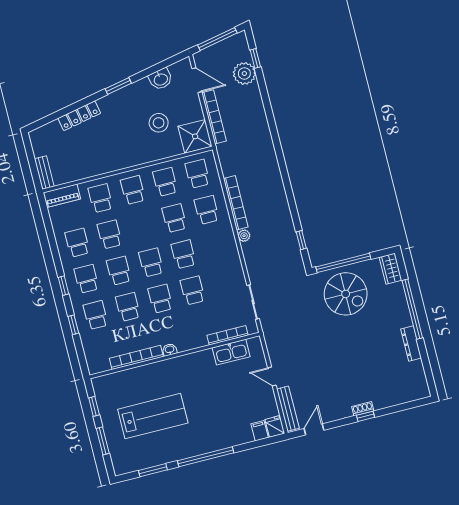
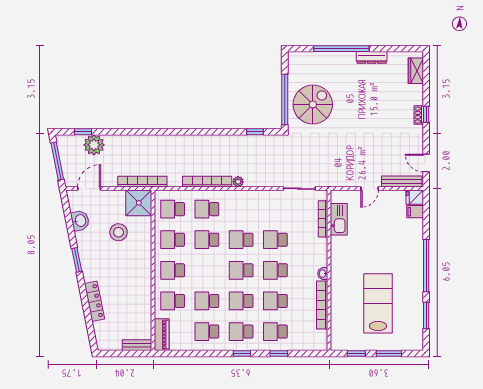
bookcase: (214, 117) -> (142, 182), moved
wardrobe: (390, 269) -> (416, 71), moved, turned 90

